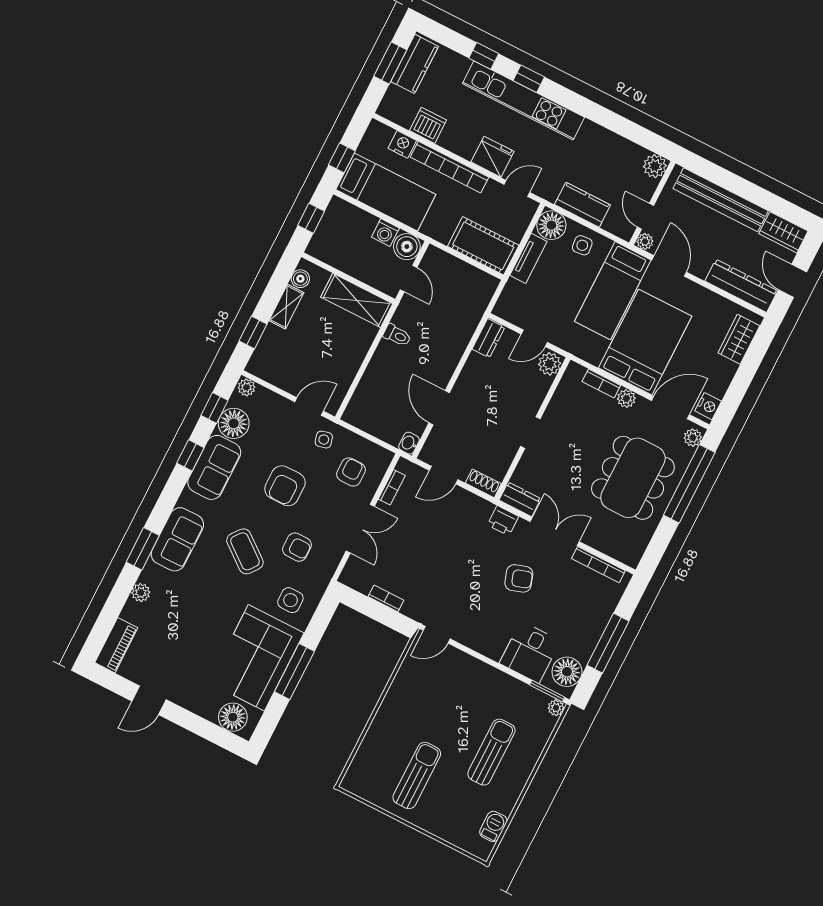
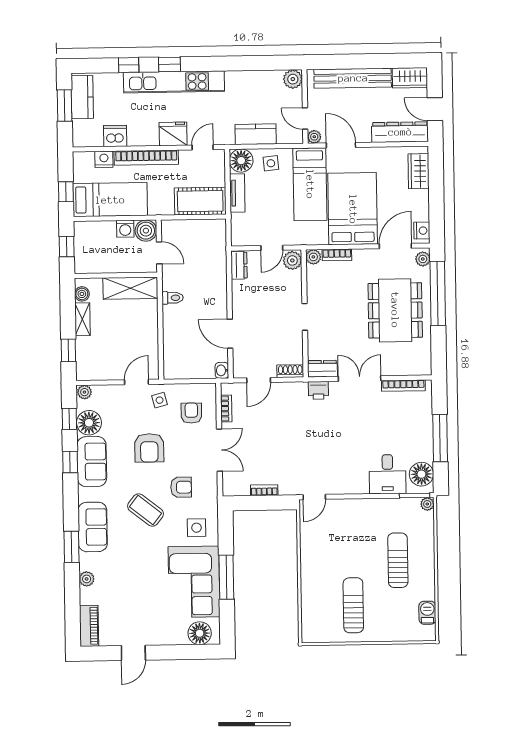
plant: (626, 398) -> (313, 257), moved
armchair: (519, 578) -> (352, 426), removed

